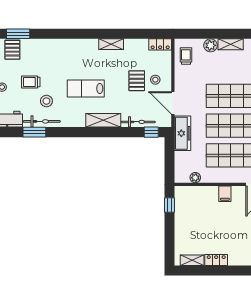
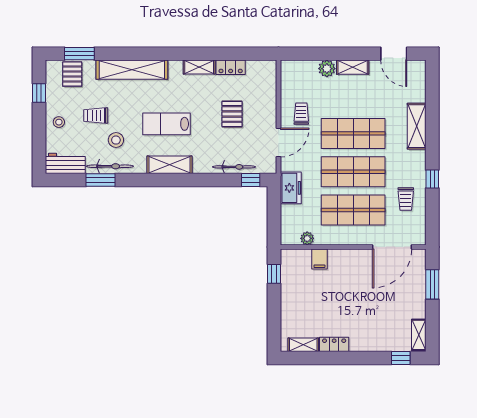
locker: (160, 44) -> (231, 67), moved
shelving: (59, 46) -> (132, 70), added
trolley: (186, 56) -> (301, 114), moved
stool: (155, 80) -> (256, 113), removed
door: (173, 103) -> (279, 142), swing flipped
shelving: (103, 120) -> (169, 165), moved
freezer: (182, 133) -> (291, 188), width x0.71
filing cabinet: (225, 194) -> (319, 259), moved

